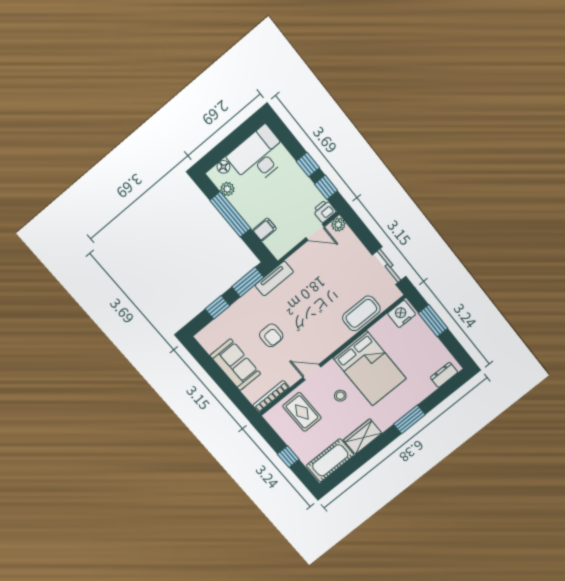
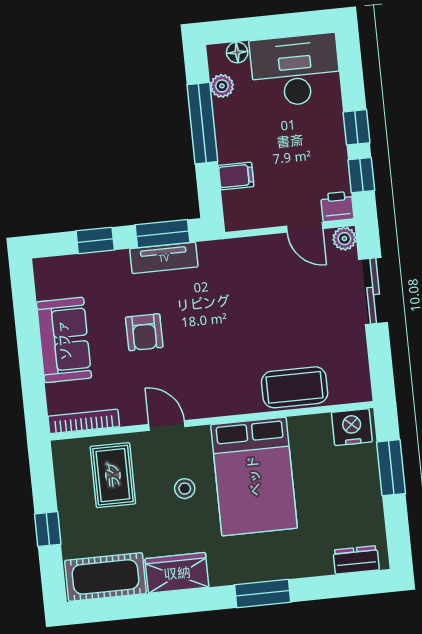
sliding door: (389, 266) -> (373, 291), moved
tv unit: (274, 279) -> (164, 258), moved

